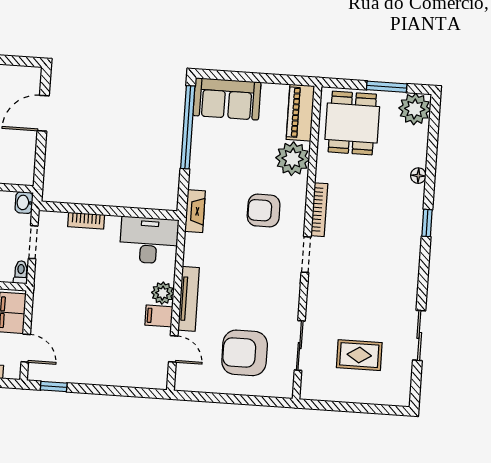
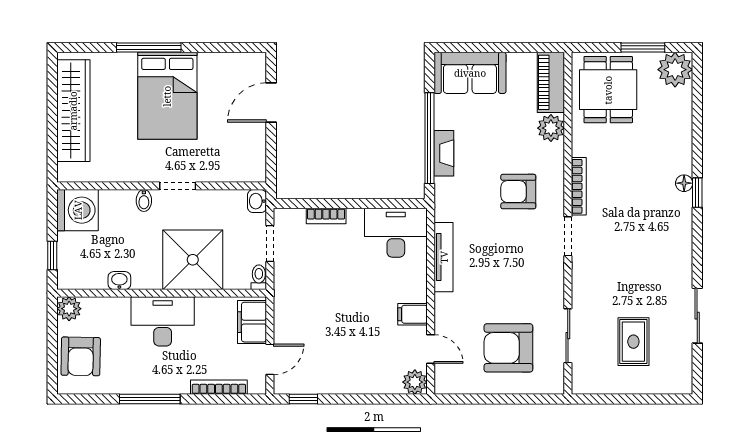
window: (188, 127) -> (429, 138), moved
plant: (293, 159) -> (551, 128), width x0.73, depth x0.73
floor lamp: (418, 176) -> (684, 183), moved
fireplace: (195, 211) -> (444, 153), moved
plant: (163, 293) -> (415, 382), moved
tv unit: (189, 299) -> (444, 257), moved
door: (26, 348) -> (270, 359), hinge flipped
rug: (359, 355) -> (633, 342), turned 90

